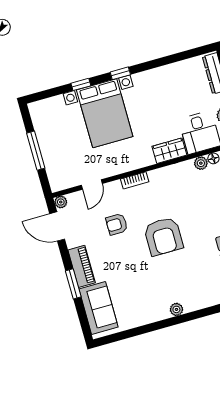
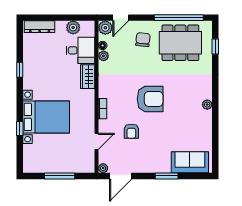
window: (120, 73) -> (20, 70), moved
door: (92, 184) -> (97, 141), hinge flipped
piano: (82, 266) -> (155, 166), removed

